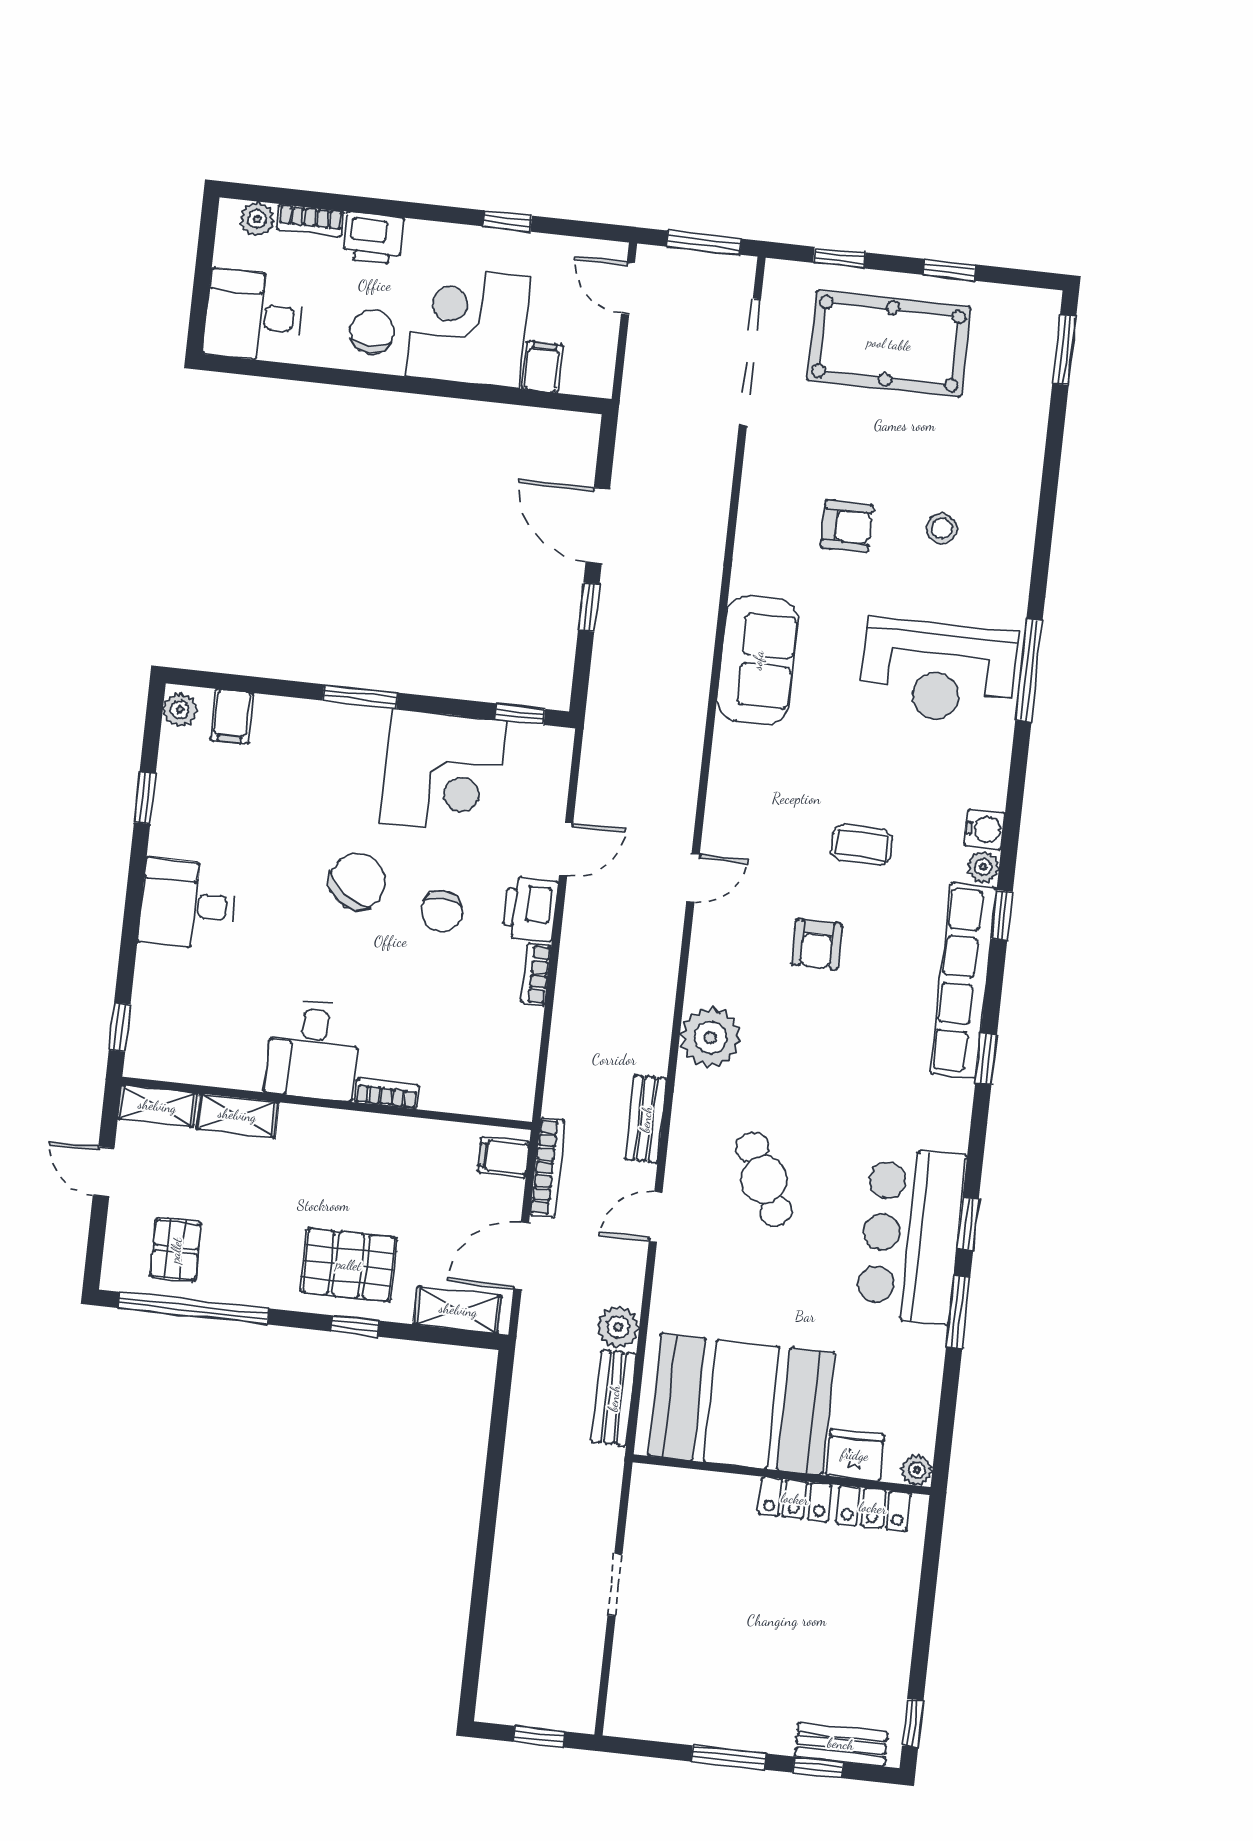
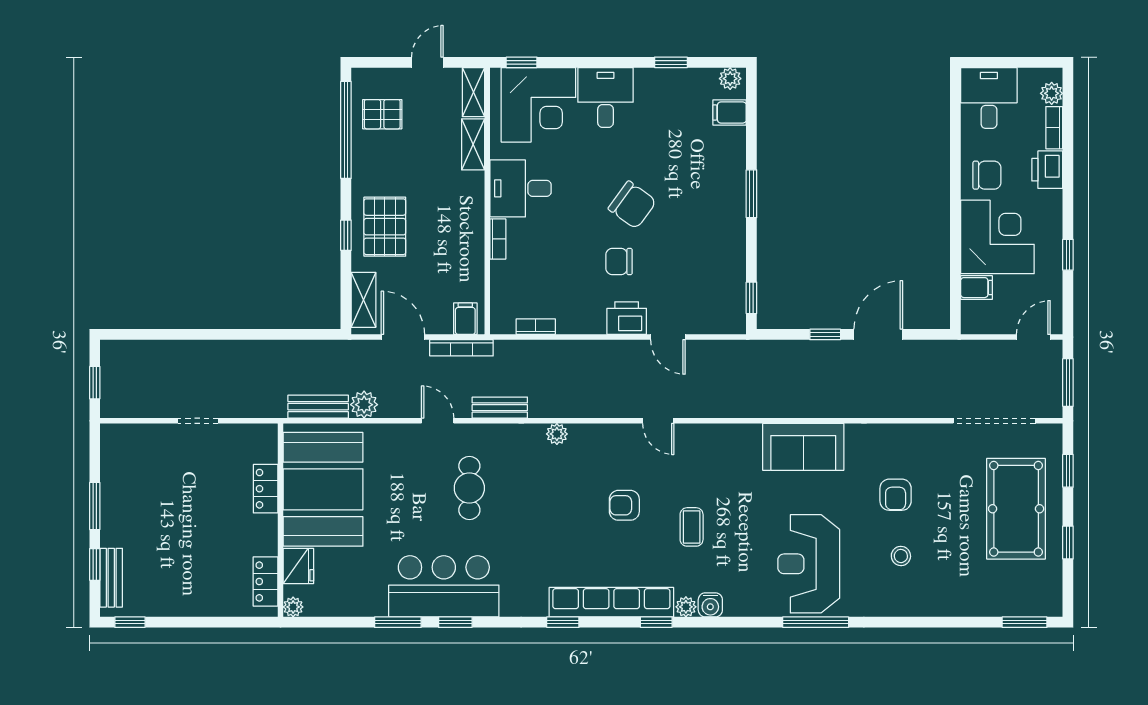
corner desk: (443, 772) -> (538, 105), moved, turned -90
bookcase: (536, 974) -> (536, 327), moved
plant: (710, 1037) -> (557, 434), width x0.53, depth x0.53
cafe table: (764, 1179) -> (469, 488), turned -63
locker: (795, 1499) -> (266, 489), moved

